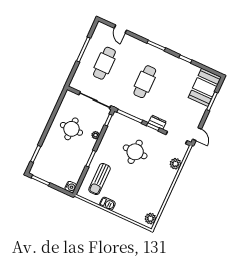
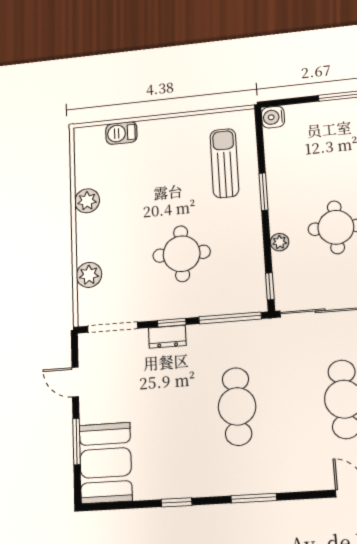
door: (197, 134) -> (75, 382), moved
barbecue: (107, 204) -> (121, 133), moved
plant: (150, 219) -> (87, 201), moved

